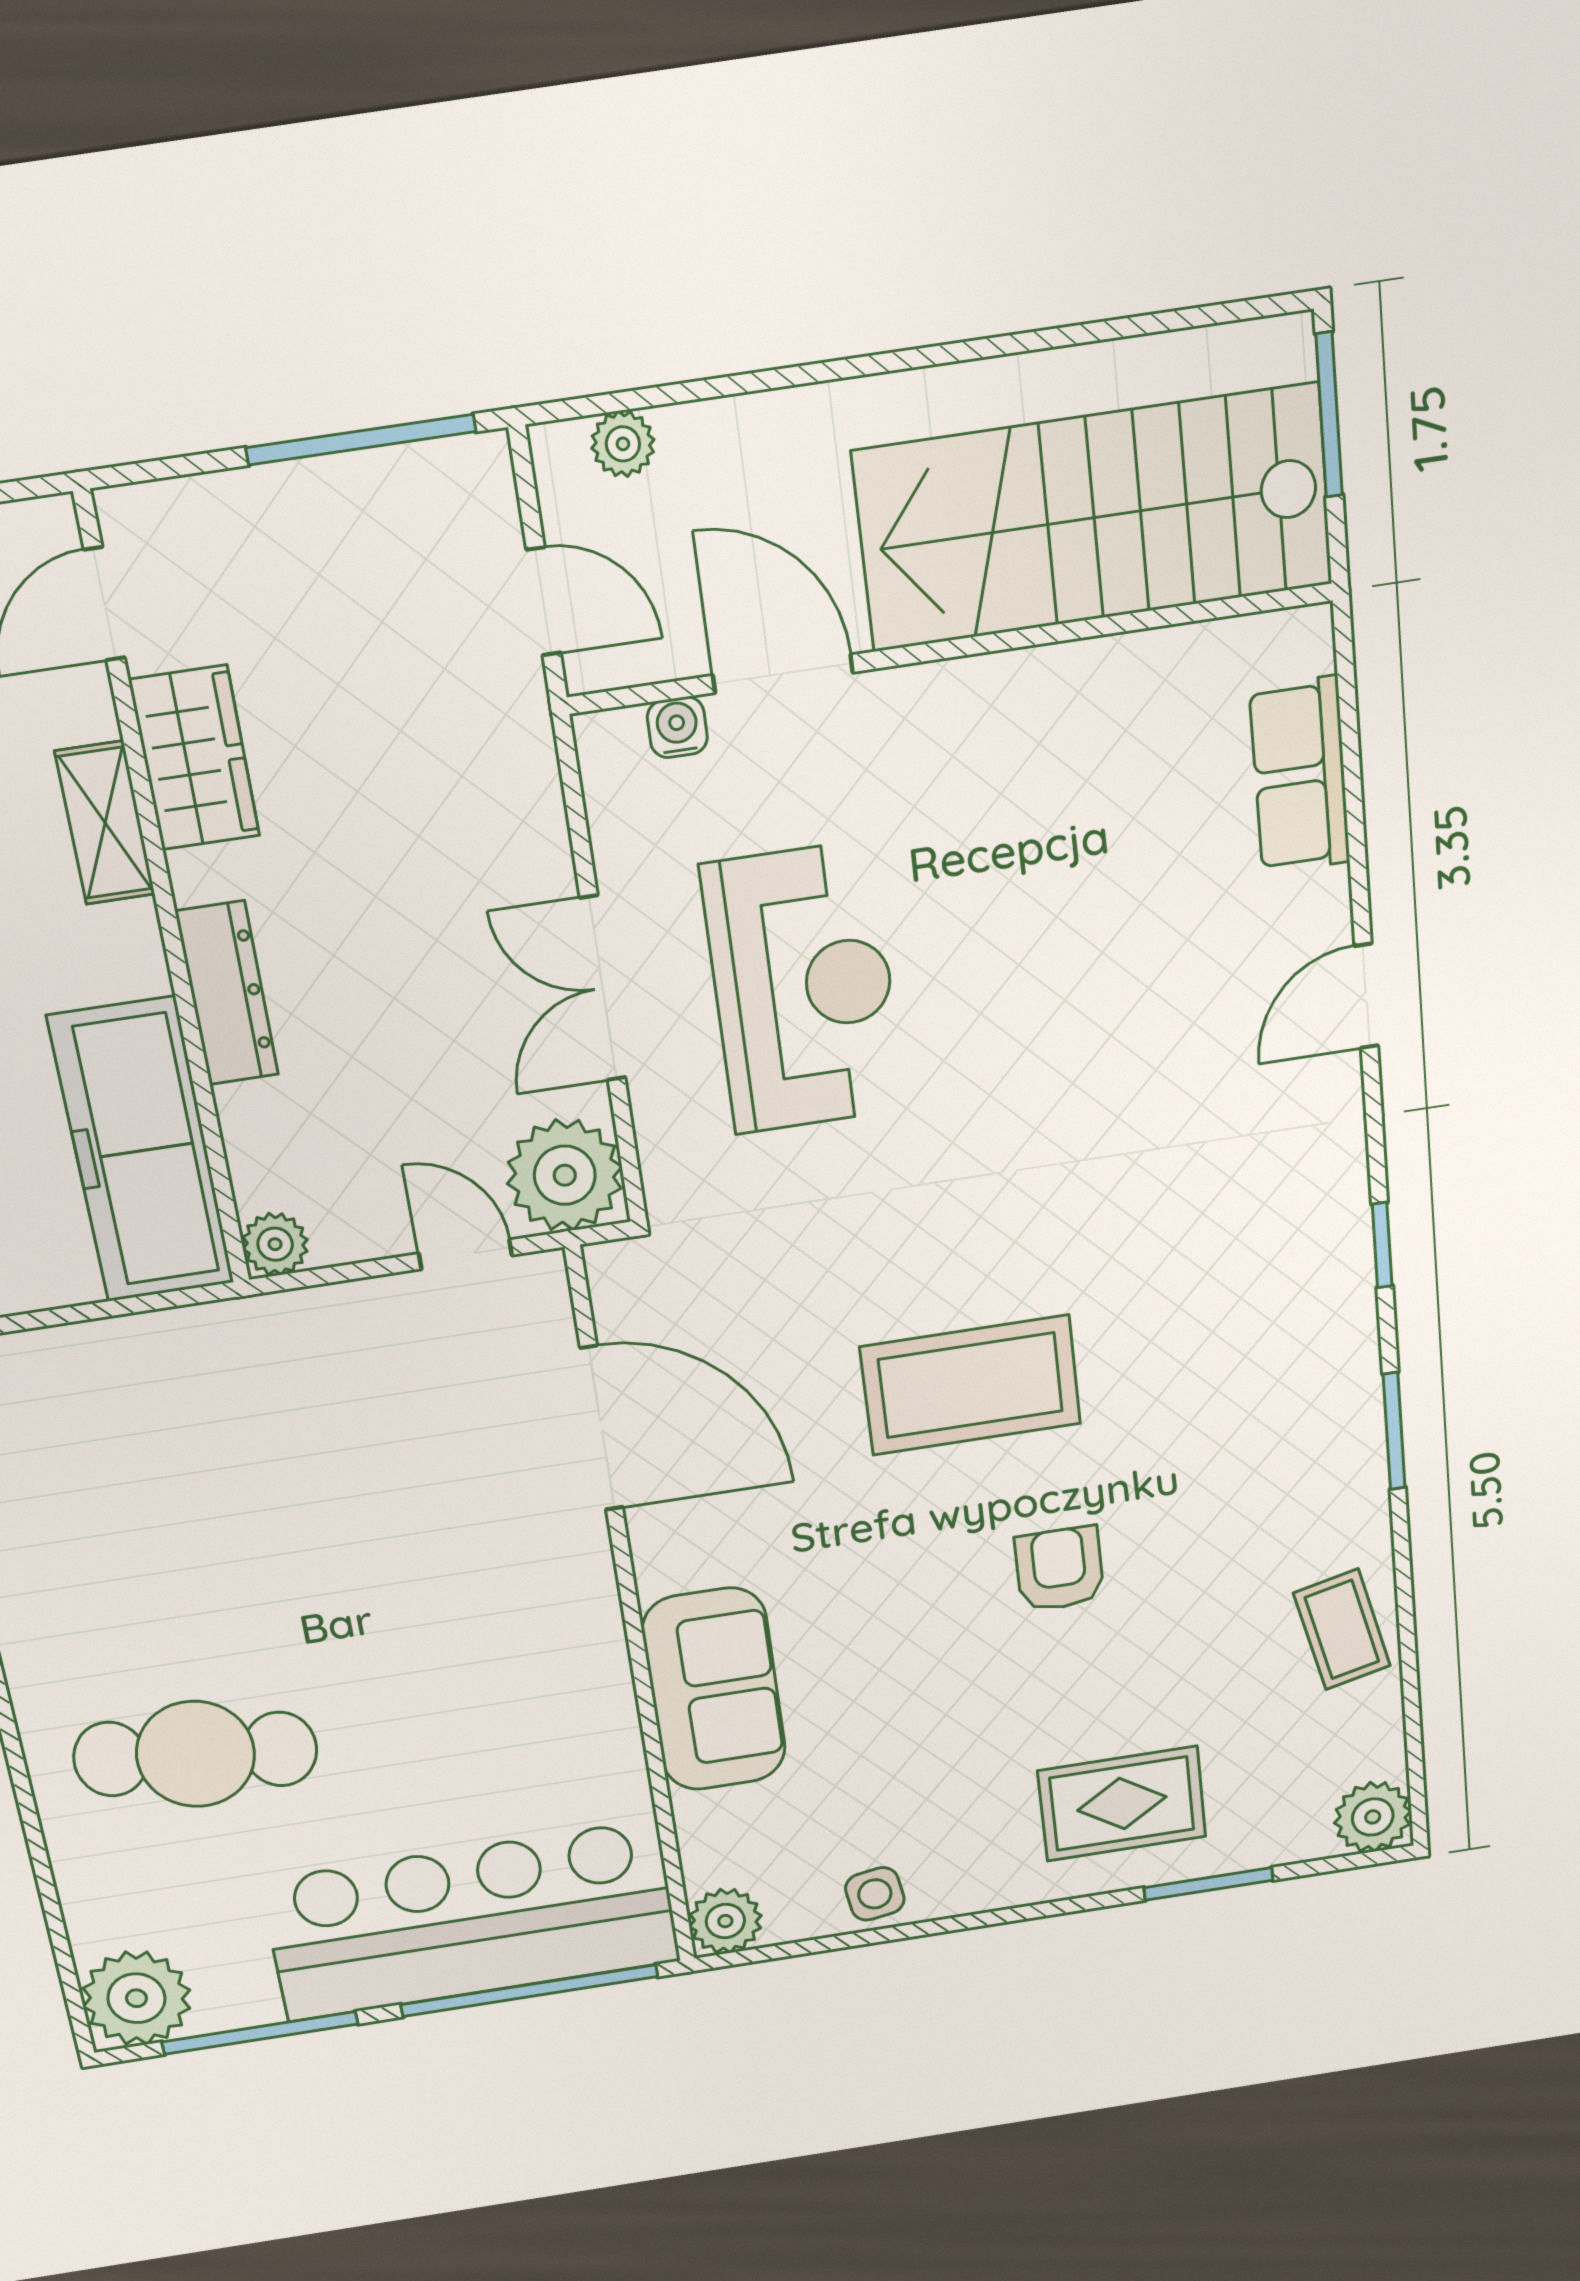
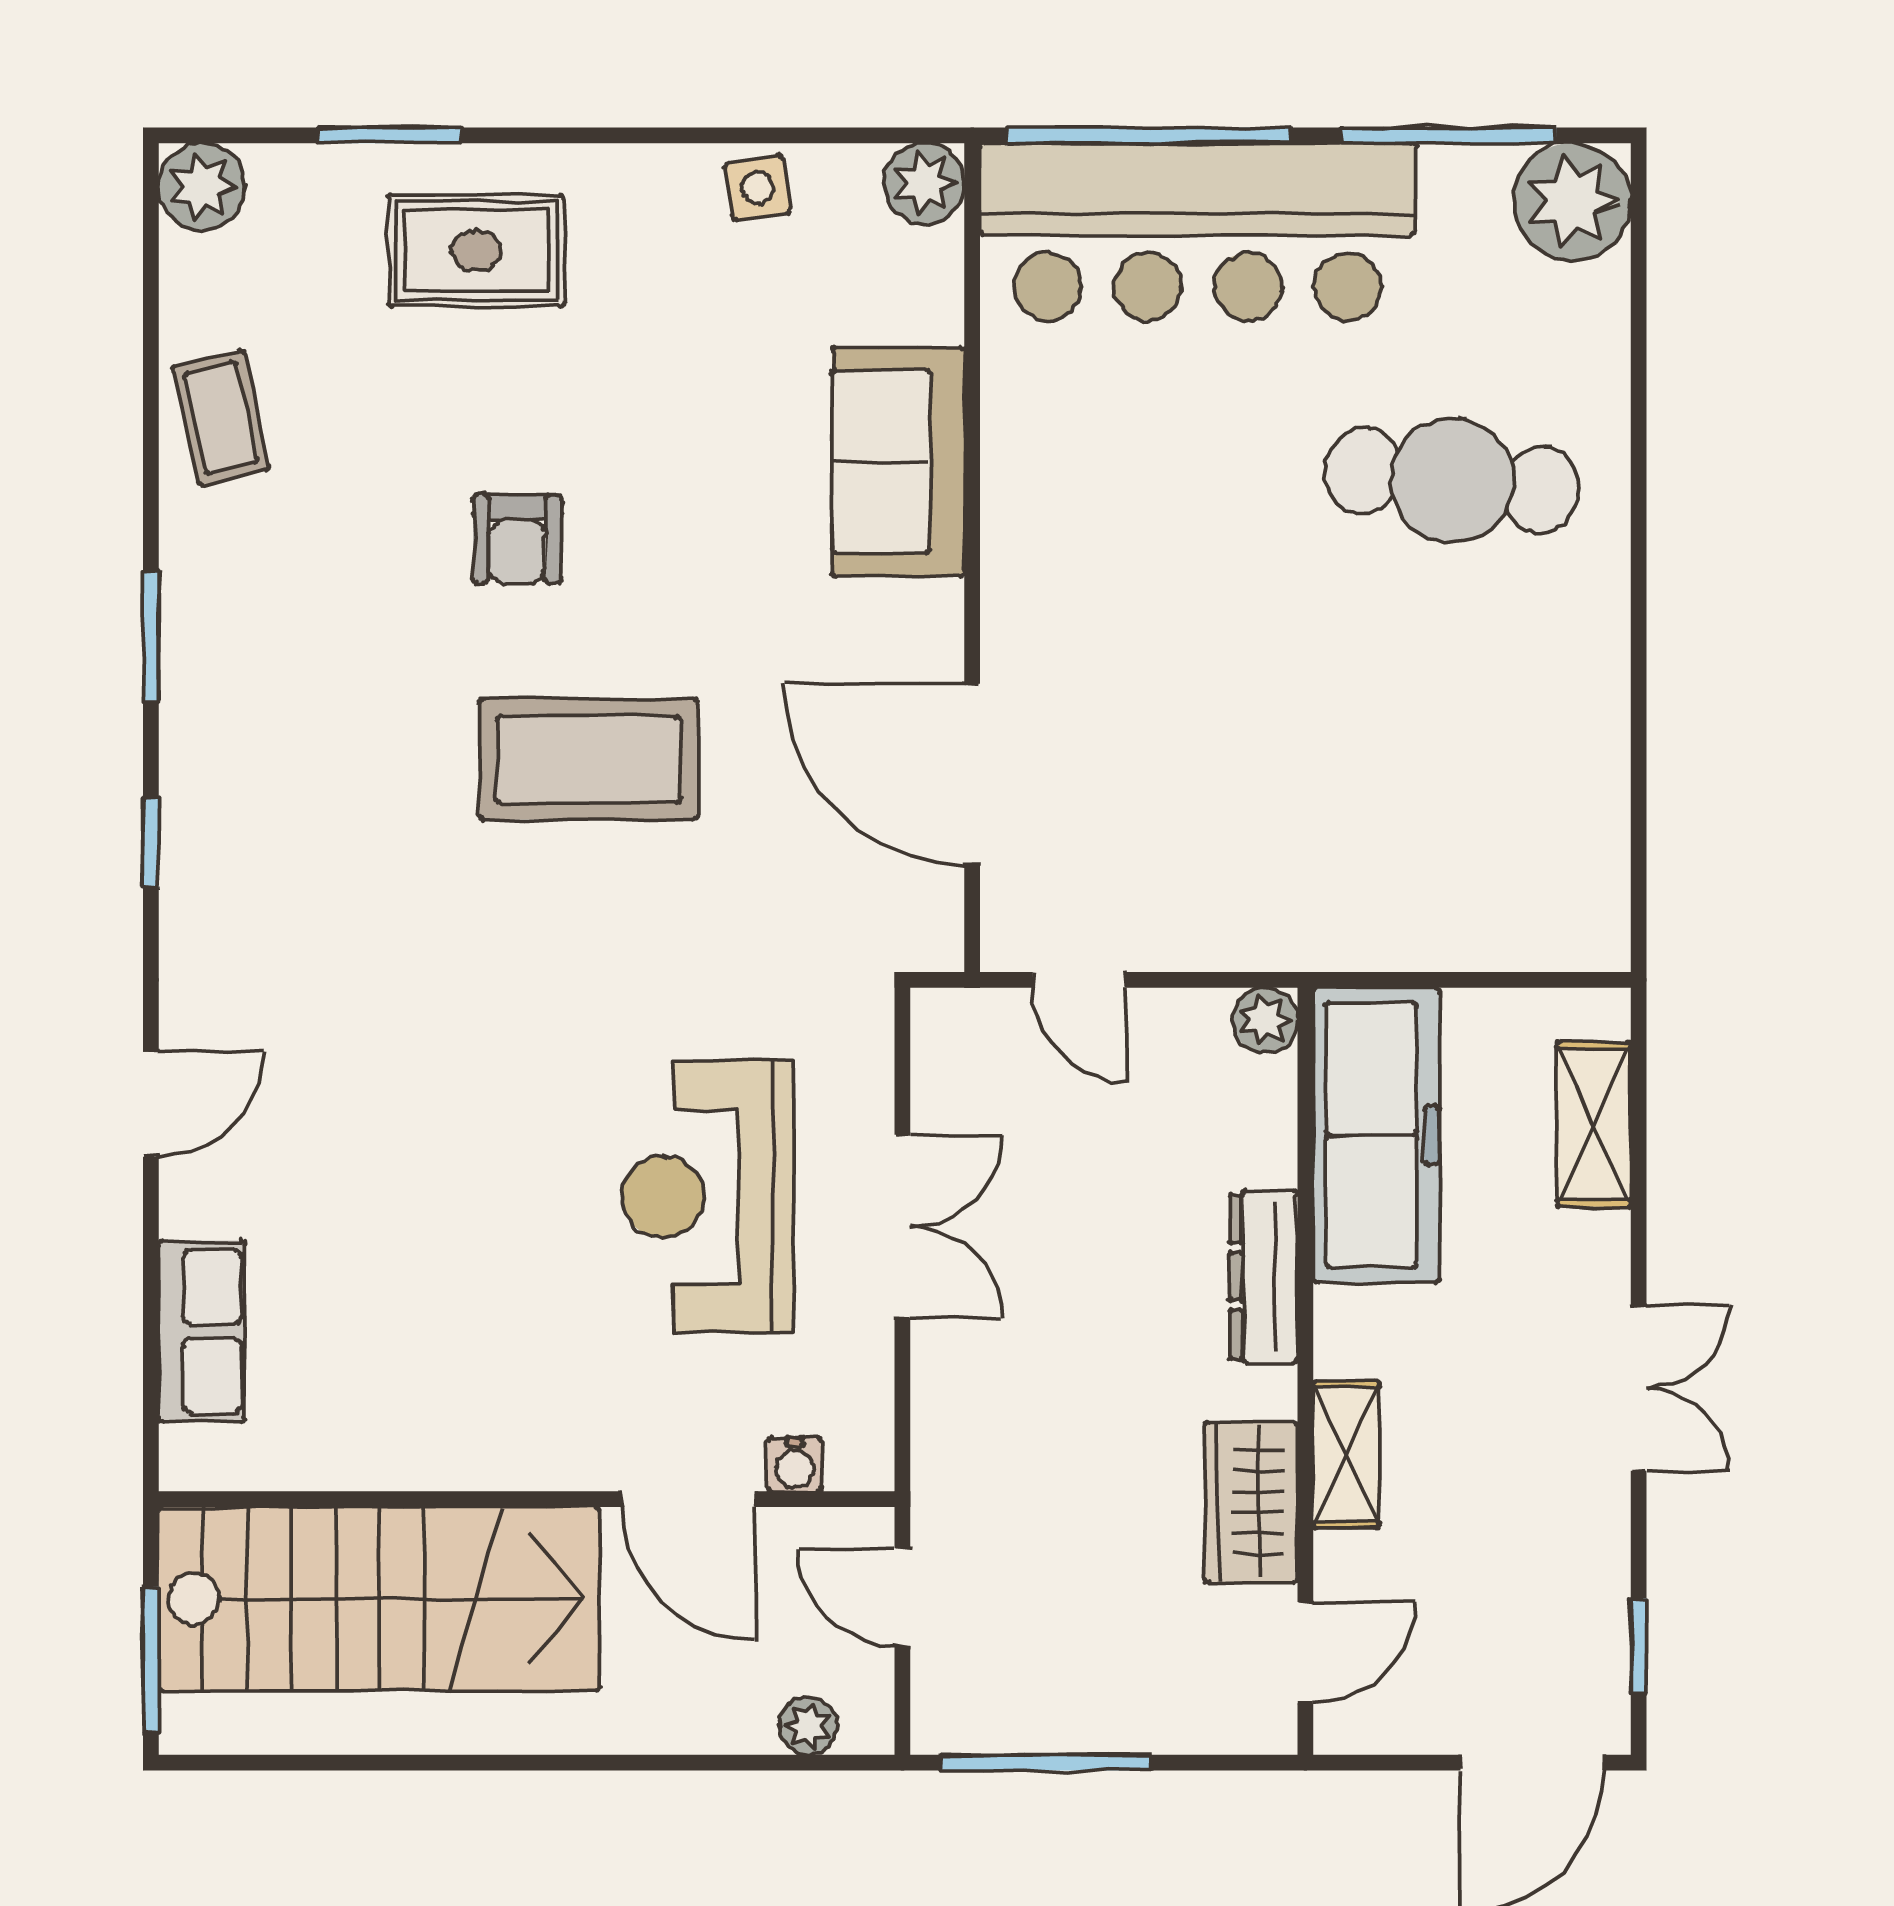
plant: (565, 1175) -> (968, 1046), removed

